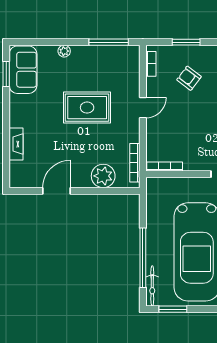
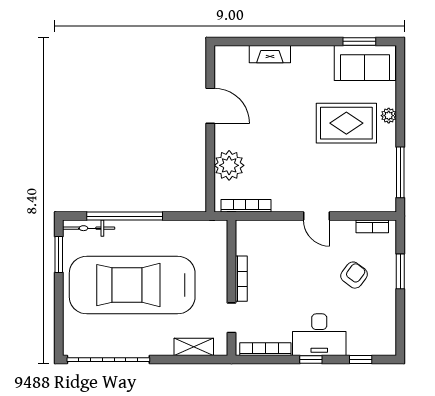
rug: (87, 108) -> (346, 123), moved, turned 90
bookcase: (165, 166) -> (241, 279), moved

